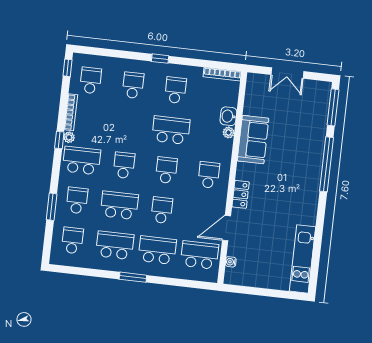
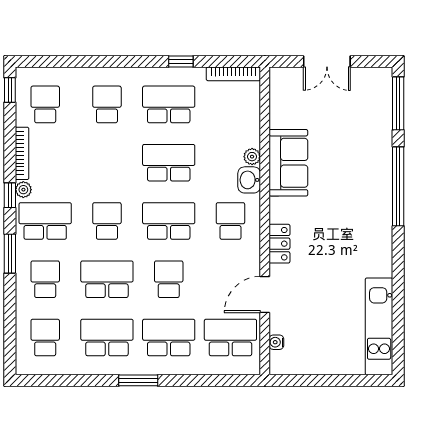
window: (160, 59) -> (181, 62), moved
school desk: (175, 90) -> (169, 104), width x1.85
washbasin: (228, 116) -> (249, 180), moved
school desk: (166, 170) -> (169, 221), width x1.85
window: (52, 207) -> (10, 254), moved

